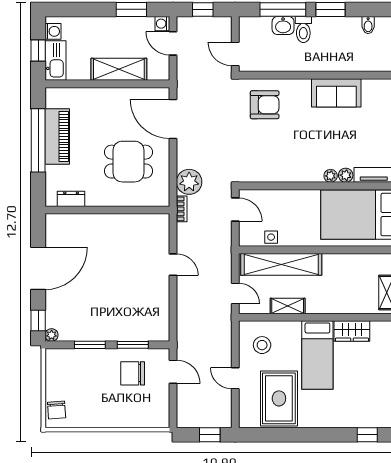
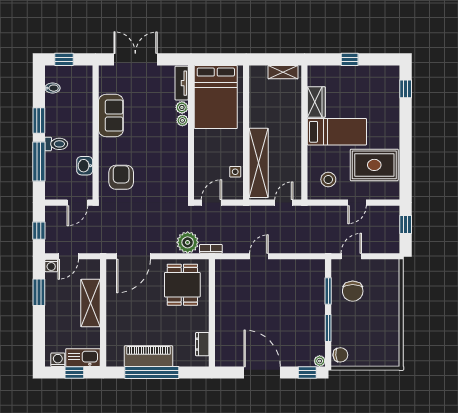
washbasin: (283, 26) -> (85, 166), moved, turned 180
dining table: (128, 162) -> (182, 285), moved
shelving: (288, 306) -> (295, 157), removed
chair: (57, 410) -> (340, 355), moved

